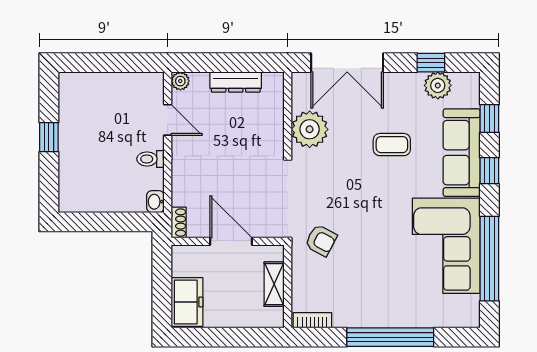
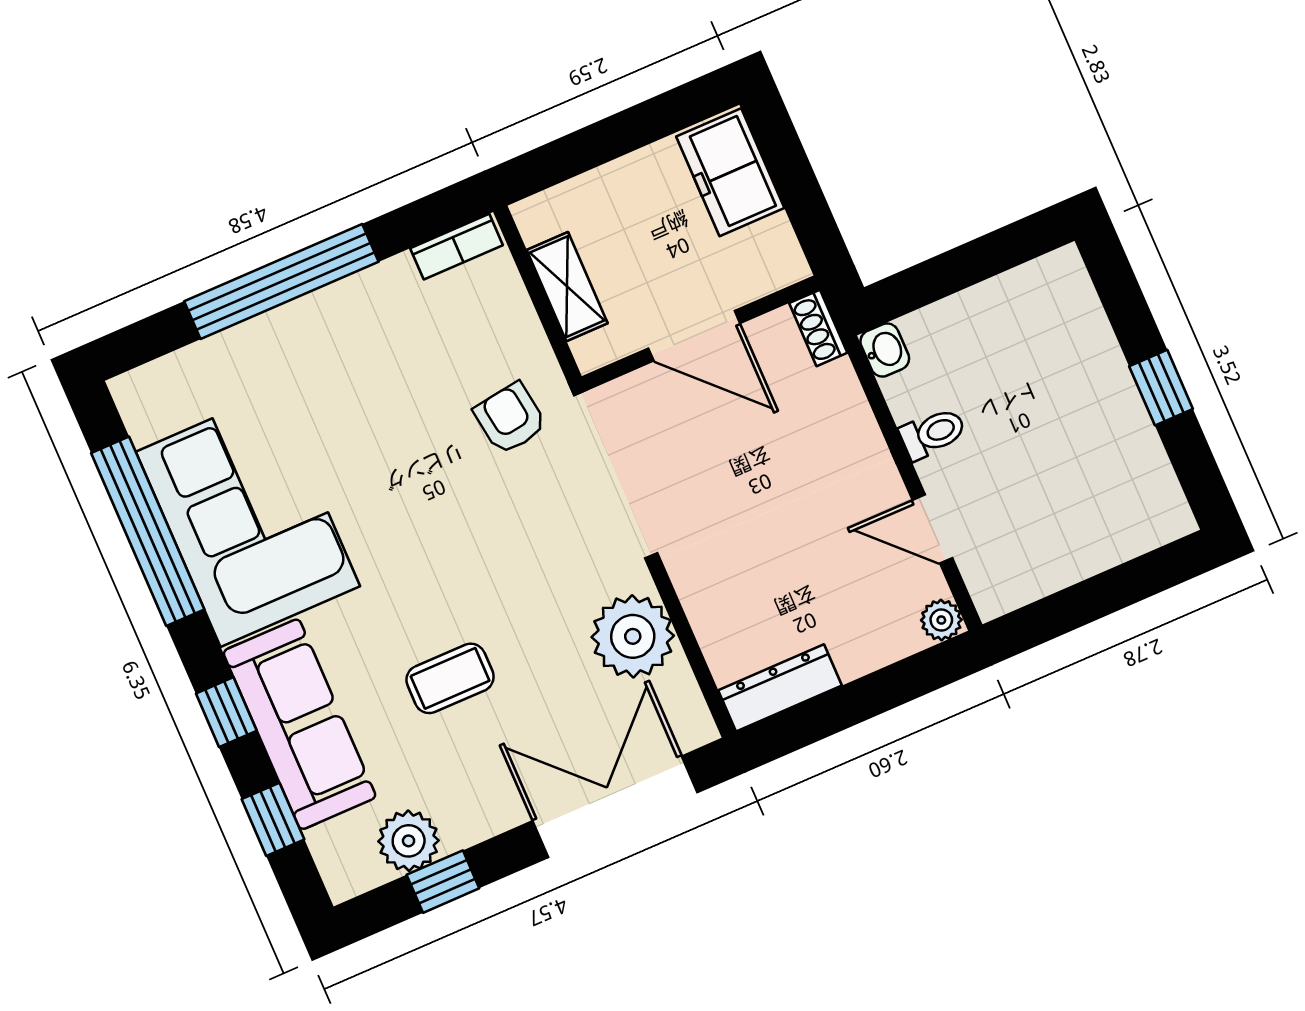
dresser: (236, 82) -> (780, 688), moved
armchair: (321, 240) -> (510, 418), turned 54

